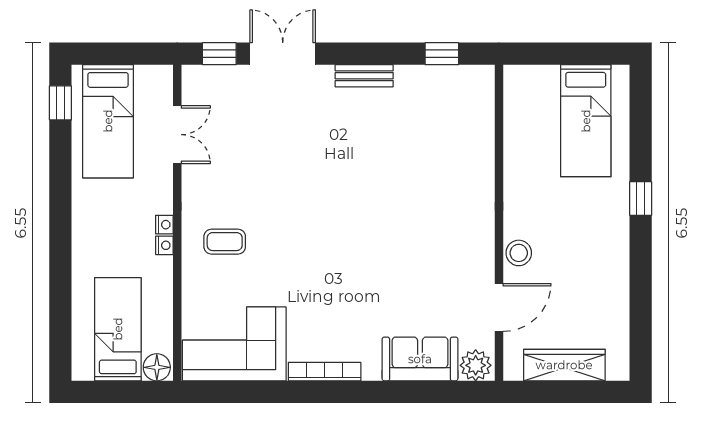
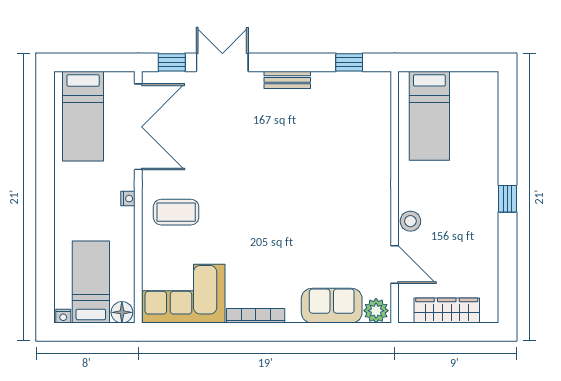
window: (60, 103) -> (45, 102), removed
bed: (586, 121) -> (429, 116), moved
double door: (177, 135) -> (138, 127), width x1.87
window: (641, 198) -> (508, 199), moved
coffee table: (225, 242) -> (176, 212), width x1.36, depth x1.30
nightstand: (164, 245) -> (63, 316), moved, turned 90
door: (499, 307) -> (395, 265), hinge flipped

